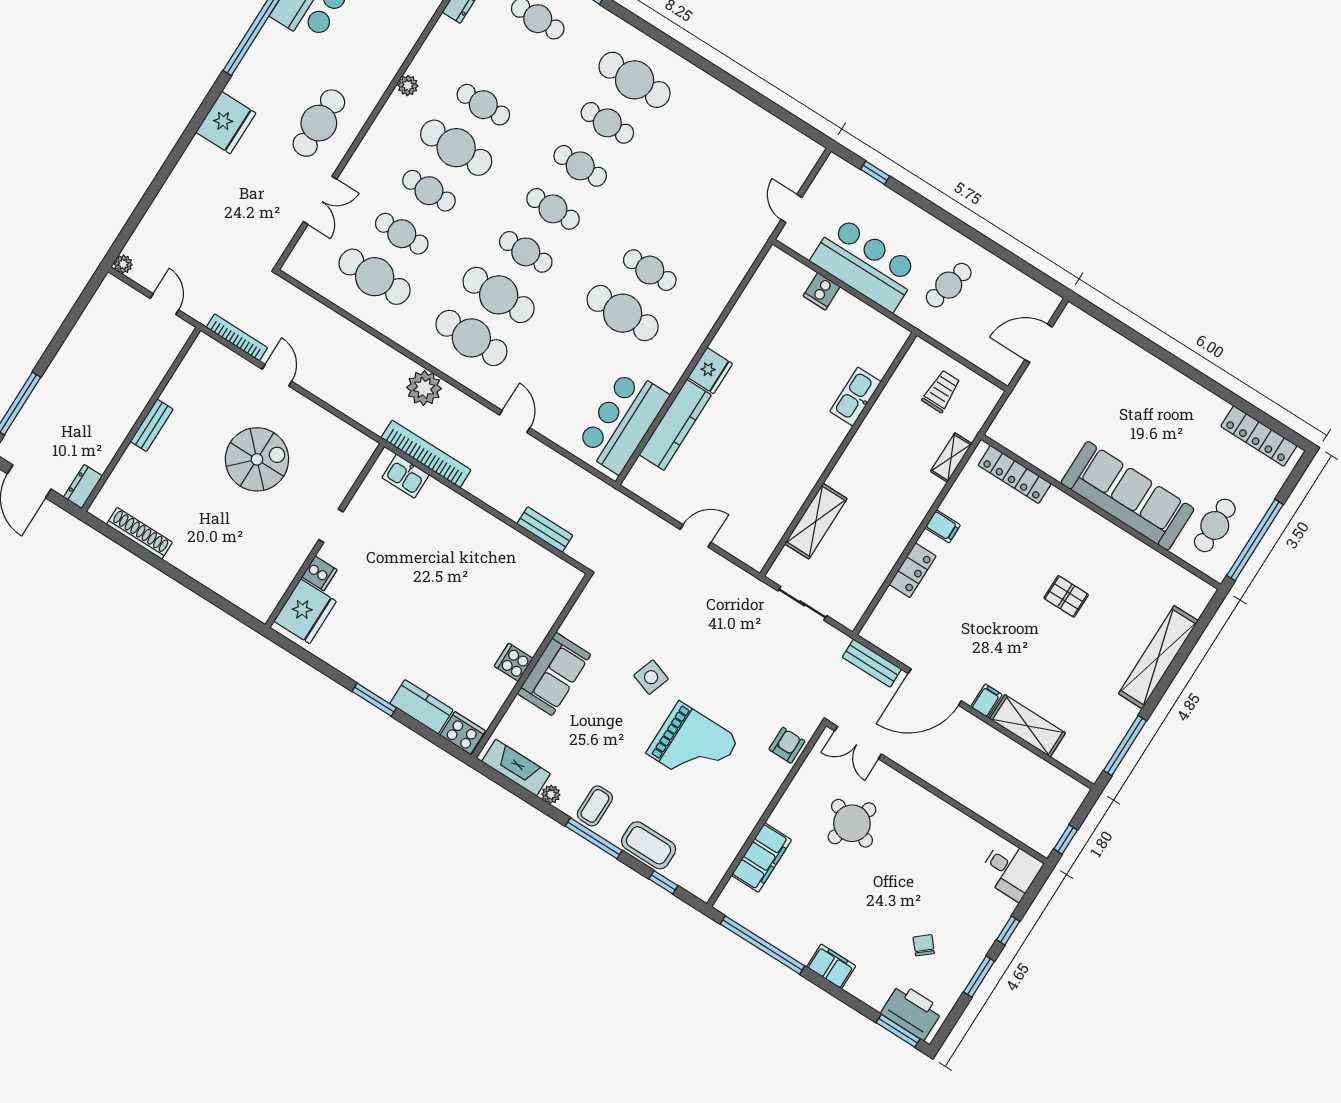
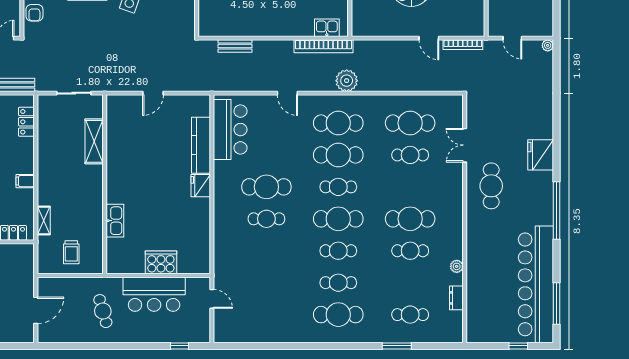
plant: (408, 85) -> (457, 266), moved
cafe table: (429, 191) -> (410, 187), removed
cafe table: (553, 209) -> (338, 219), width x1.37, depth x1.35
cafe table: (949, 285) -> (103, 311), turned -30
cooker: (822, 291) -> (161, 262), width x1.87, depth x1.31
locker: (913, 570) -> (26, 122), moved

